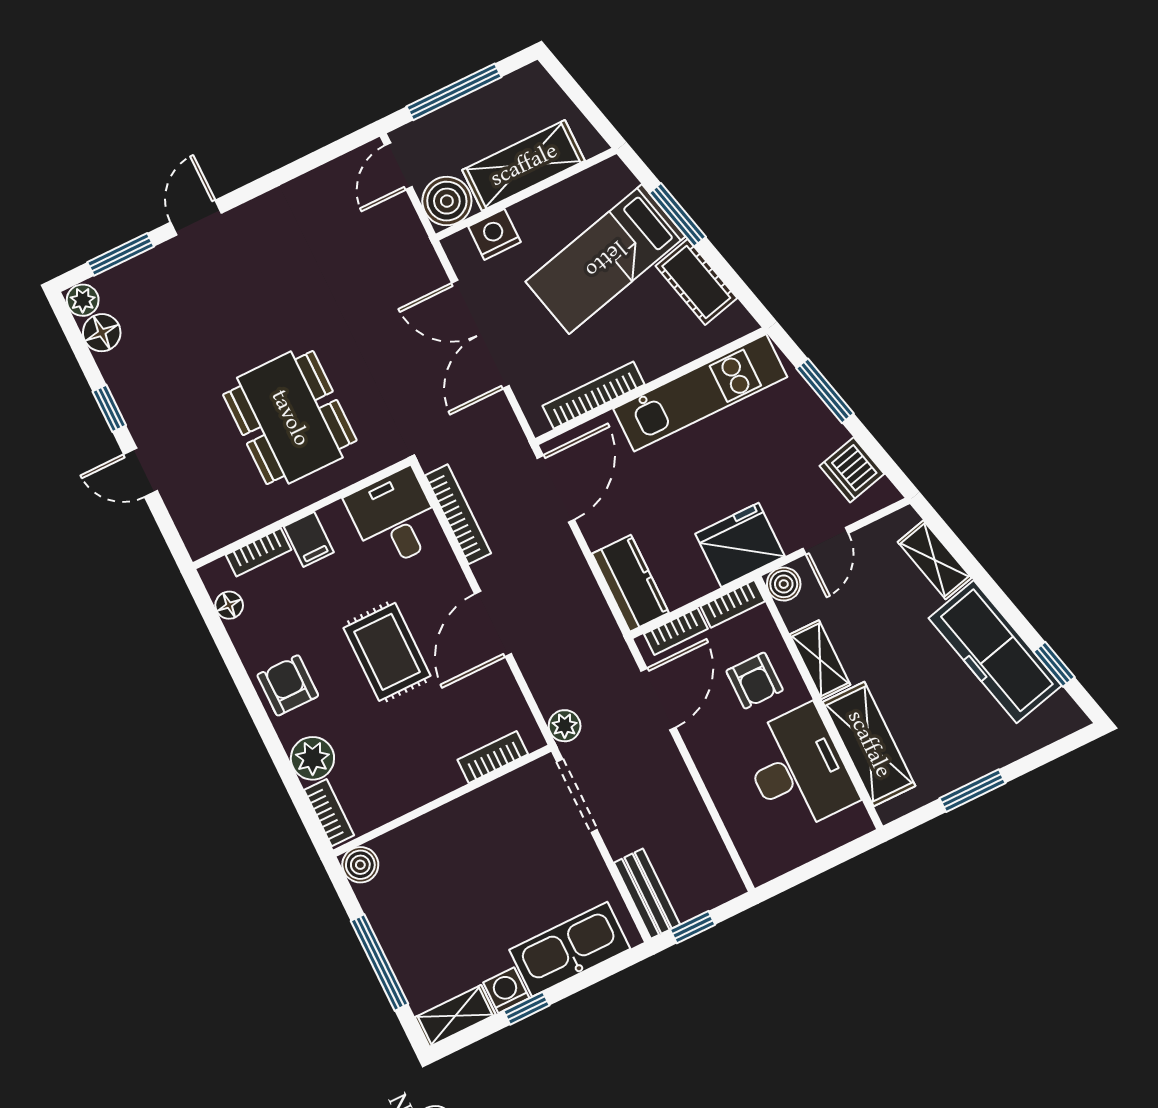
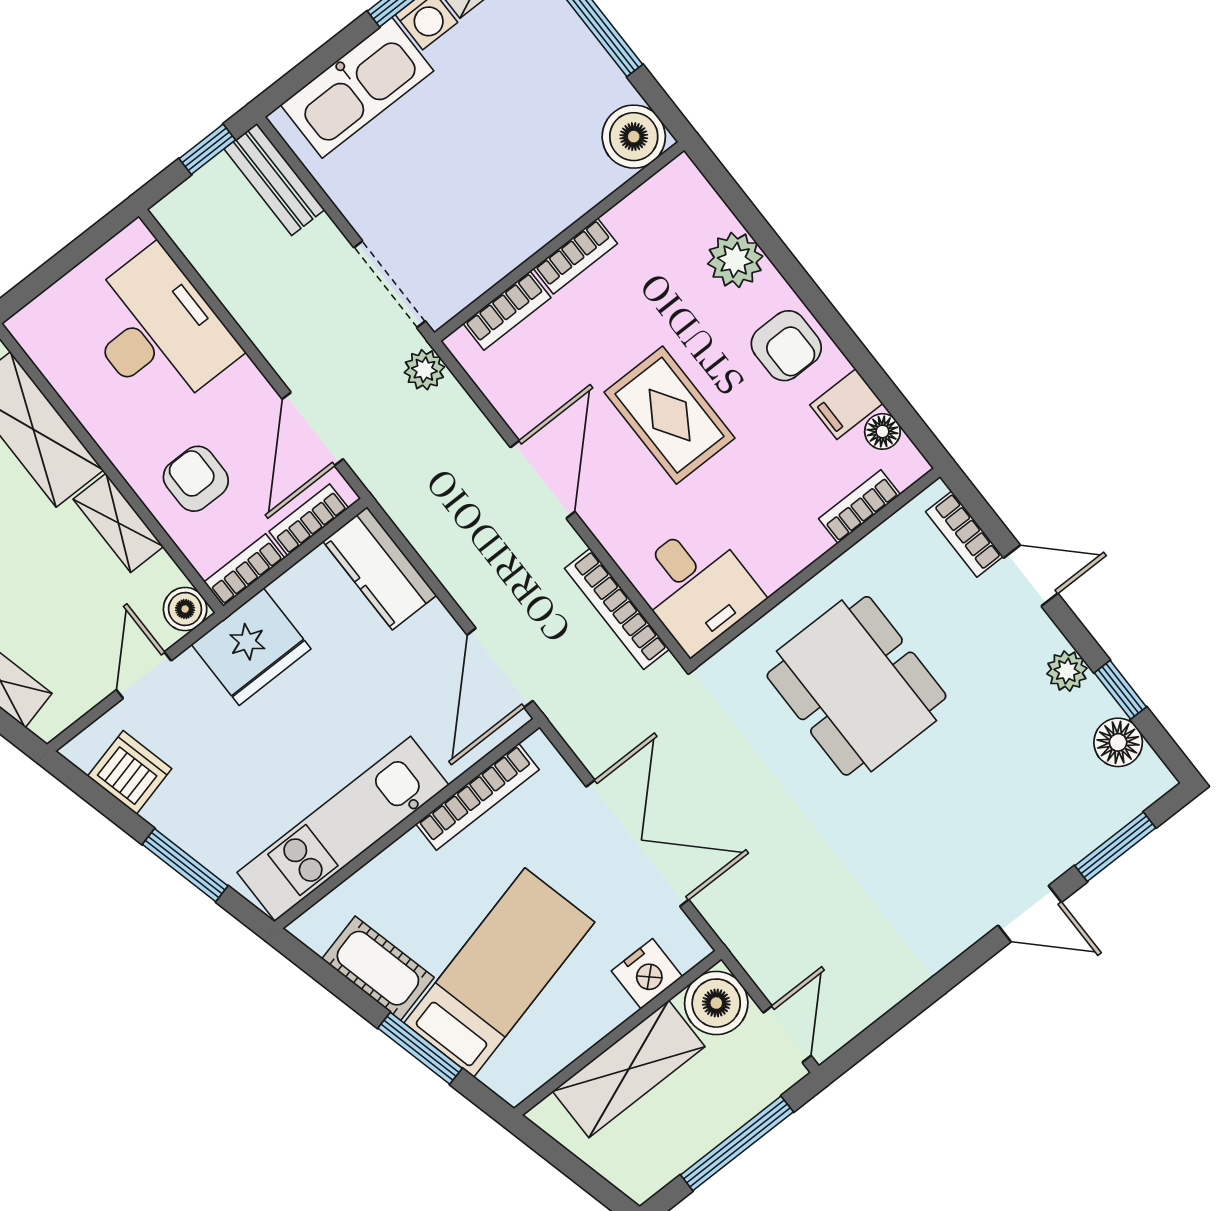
door: (196, 218) -> (1030, 914), hinge flipped
plant: (83, 300) -> (1067, 671), moved
window: (109, 408) -> (1120, 690), moved
bookcase: (184, 515) -> (964, 534), added
filing cabinet: (309, 539) -> (846, 404), moved, turned -90
desk: (798, 769) -> (157, 331), moved, turned 180
bookcase: (329, 813) -> (575, 256), moved, turned -90
boiler: (360, 865) -> (634, 137), width x1.36, depth x1.36

